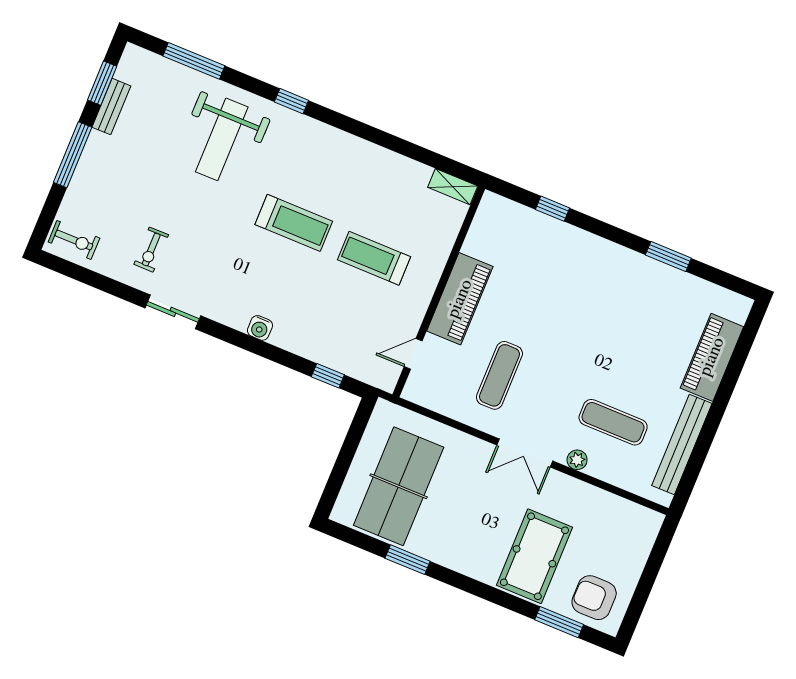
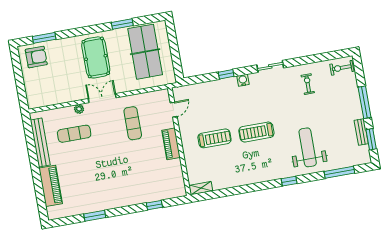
piano: (460, 299) -> (171, 144), width x0.73, depth x0.75
sliding door: (173, 312) -> (270, 66), moved
window: (328, 376) -> (226, 74), moved
pool table: (534, 556) -> (96, 57), moved

